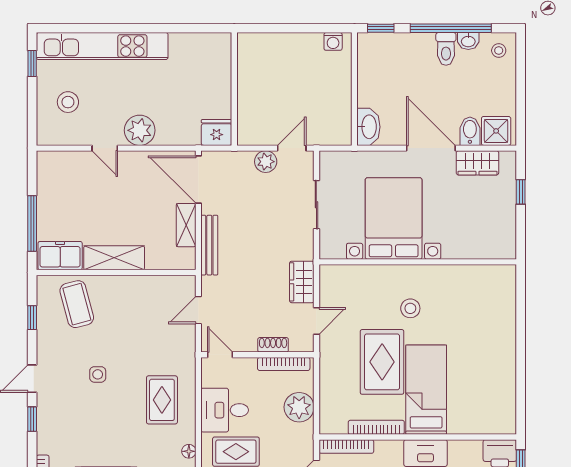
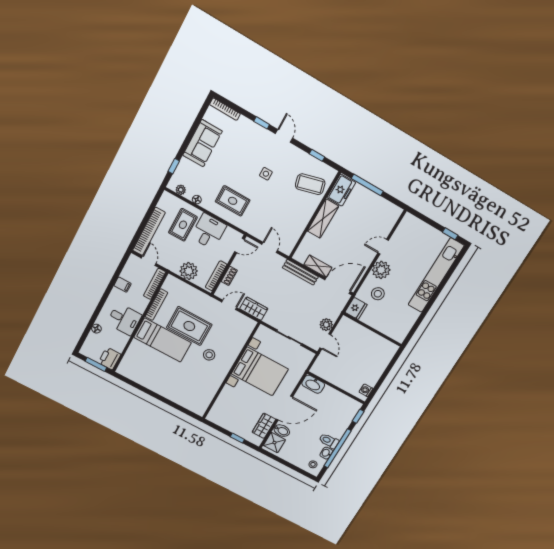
stool: (68, 102) -> (378, 294), moved
door: (316, 321) -> (229, 305), swing flipped

